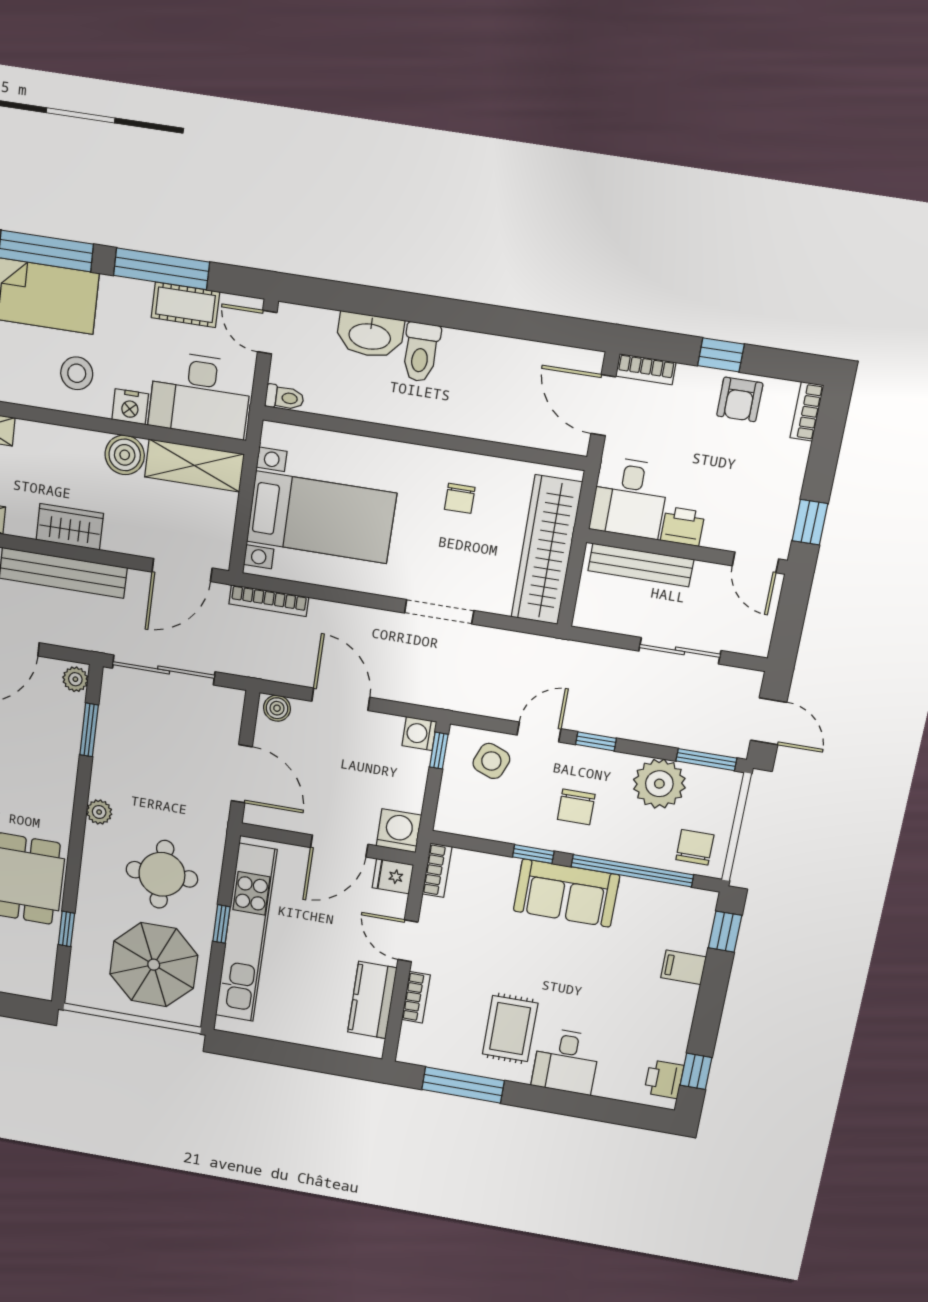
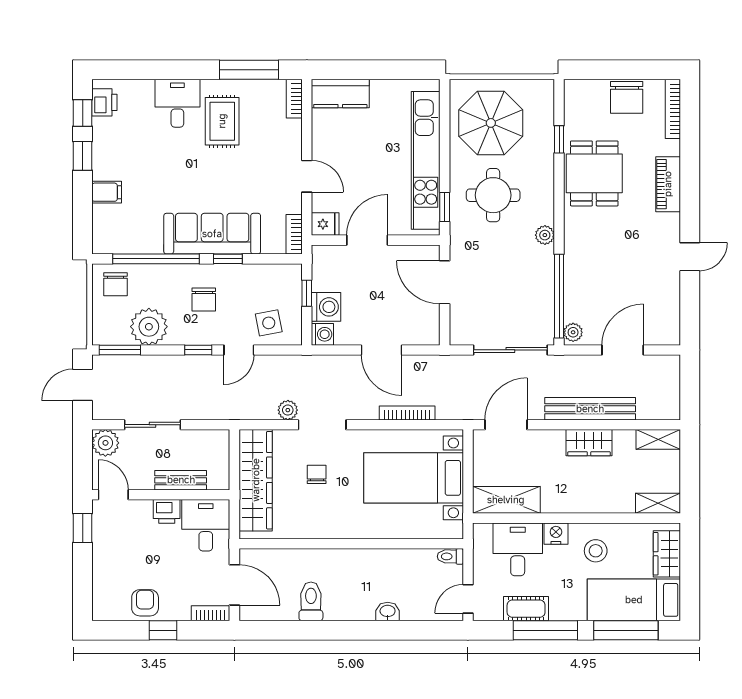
door: (267, 332) -> (468, 599), swing flipped
washbasin: (370, 335) -> (388, 612), width x0.52, depth x0.69
toilet: (421, 352) -> (311, 601), moved
desk: (200, 395) -> (518, 549), width x0.73
bookcase: (807, 411) -> (100, 602), removed
boiler: (125, 455) -> (556, 500), removed
chair: (460, 498) -> (317, 474), moved
bench: (641, 565) -> (181, 480), width x0.73
bookcase: (269, 601) -> (407, 413), moved
plant: (752, 637) -> (105, 443), added
plant: (484, 640) -> (288, 410), added
boiler: (277, 708) -> (426, 336), removed
door: (769, 721) -> (83, 385), hinge flipped
window: (89, 730) -> (559, 296), width x2.11
window: (439, 751) -> (307, 293), moved
side table: (491, 761) -> (269, 323), turned -32
chair: (576, 807) -> (204, 299), turned 180
washing machine: (399, 831) -> (326, 307), moved, turned -90
sofa: (566, 893) -> (212, 234), width x1.36
window: (221, 924) -> (445, 207), moved
window: (725, 932) -> (83, 156), moved
bookcase: (416, 997) -> (294, 99), moved
kitchen counter: (372, 1000) -> (340, 93), moved, turned 90

